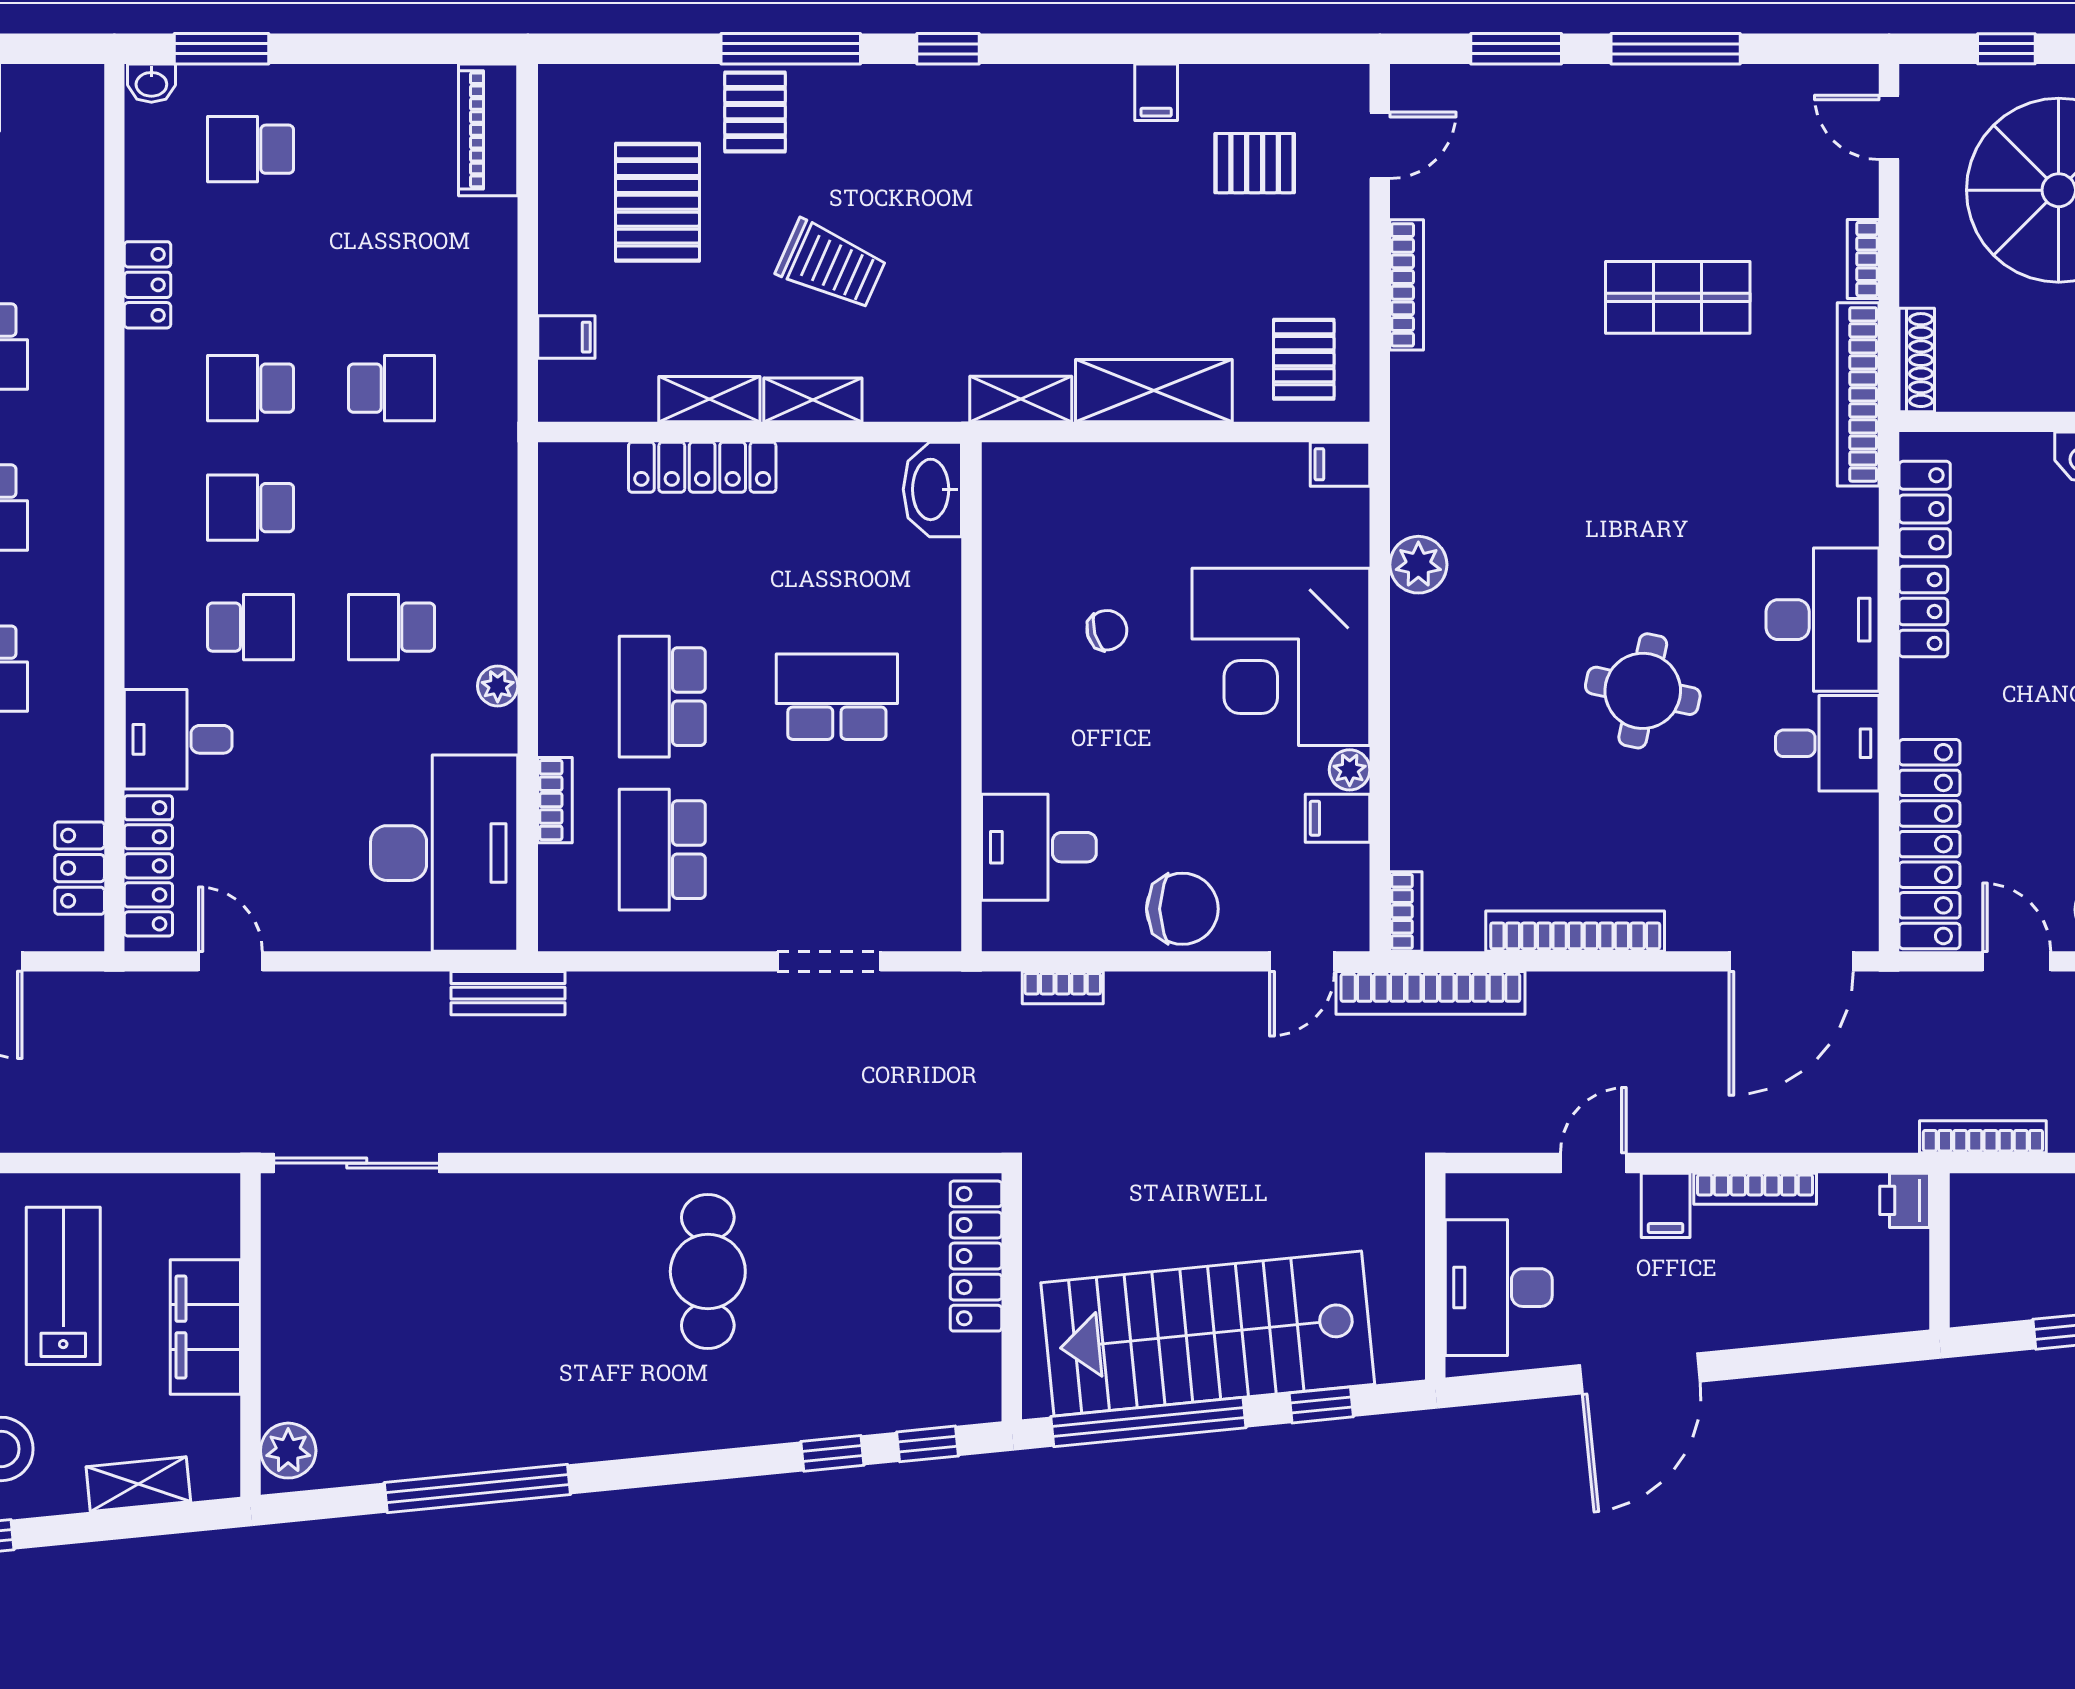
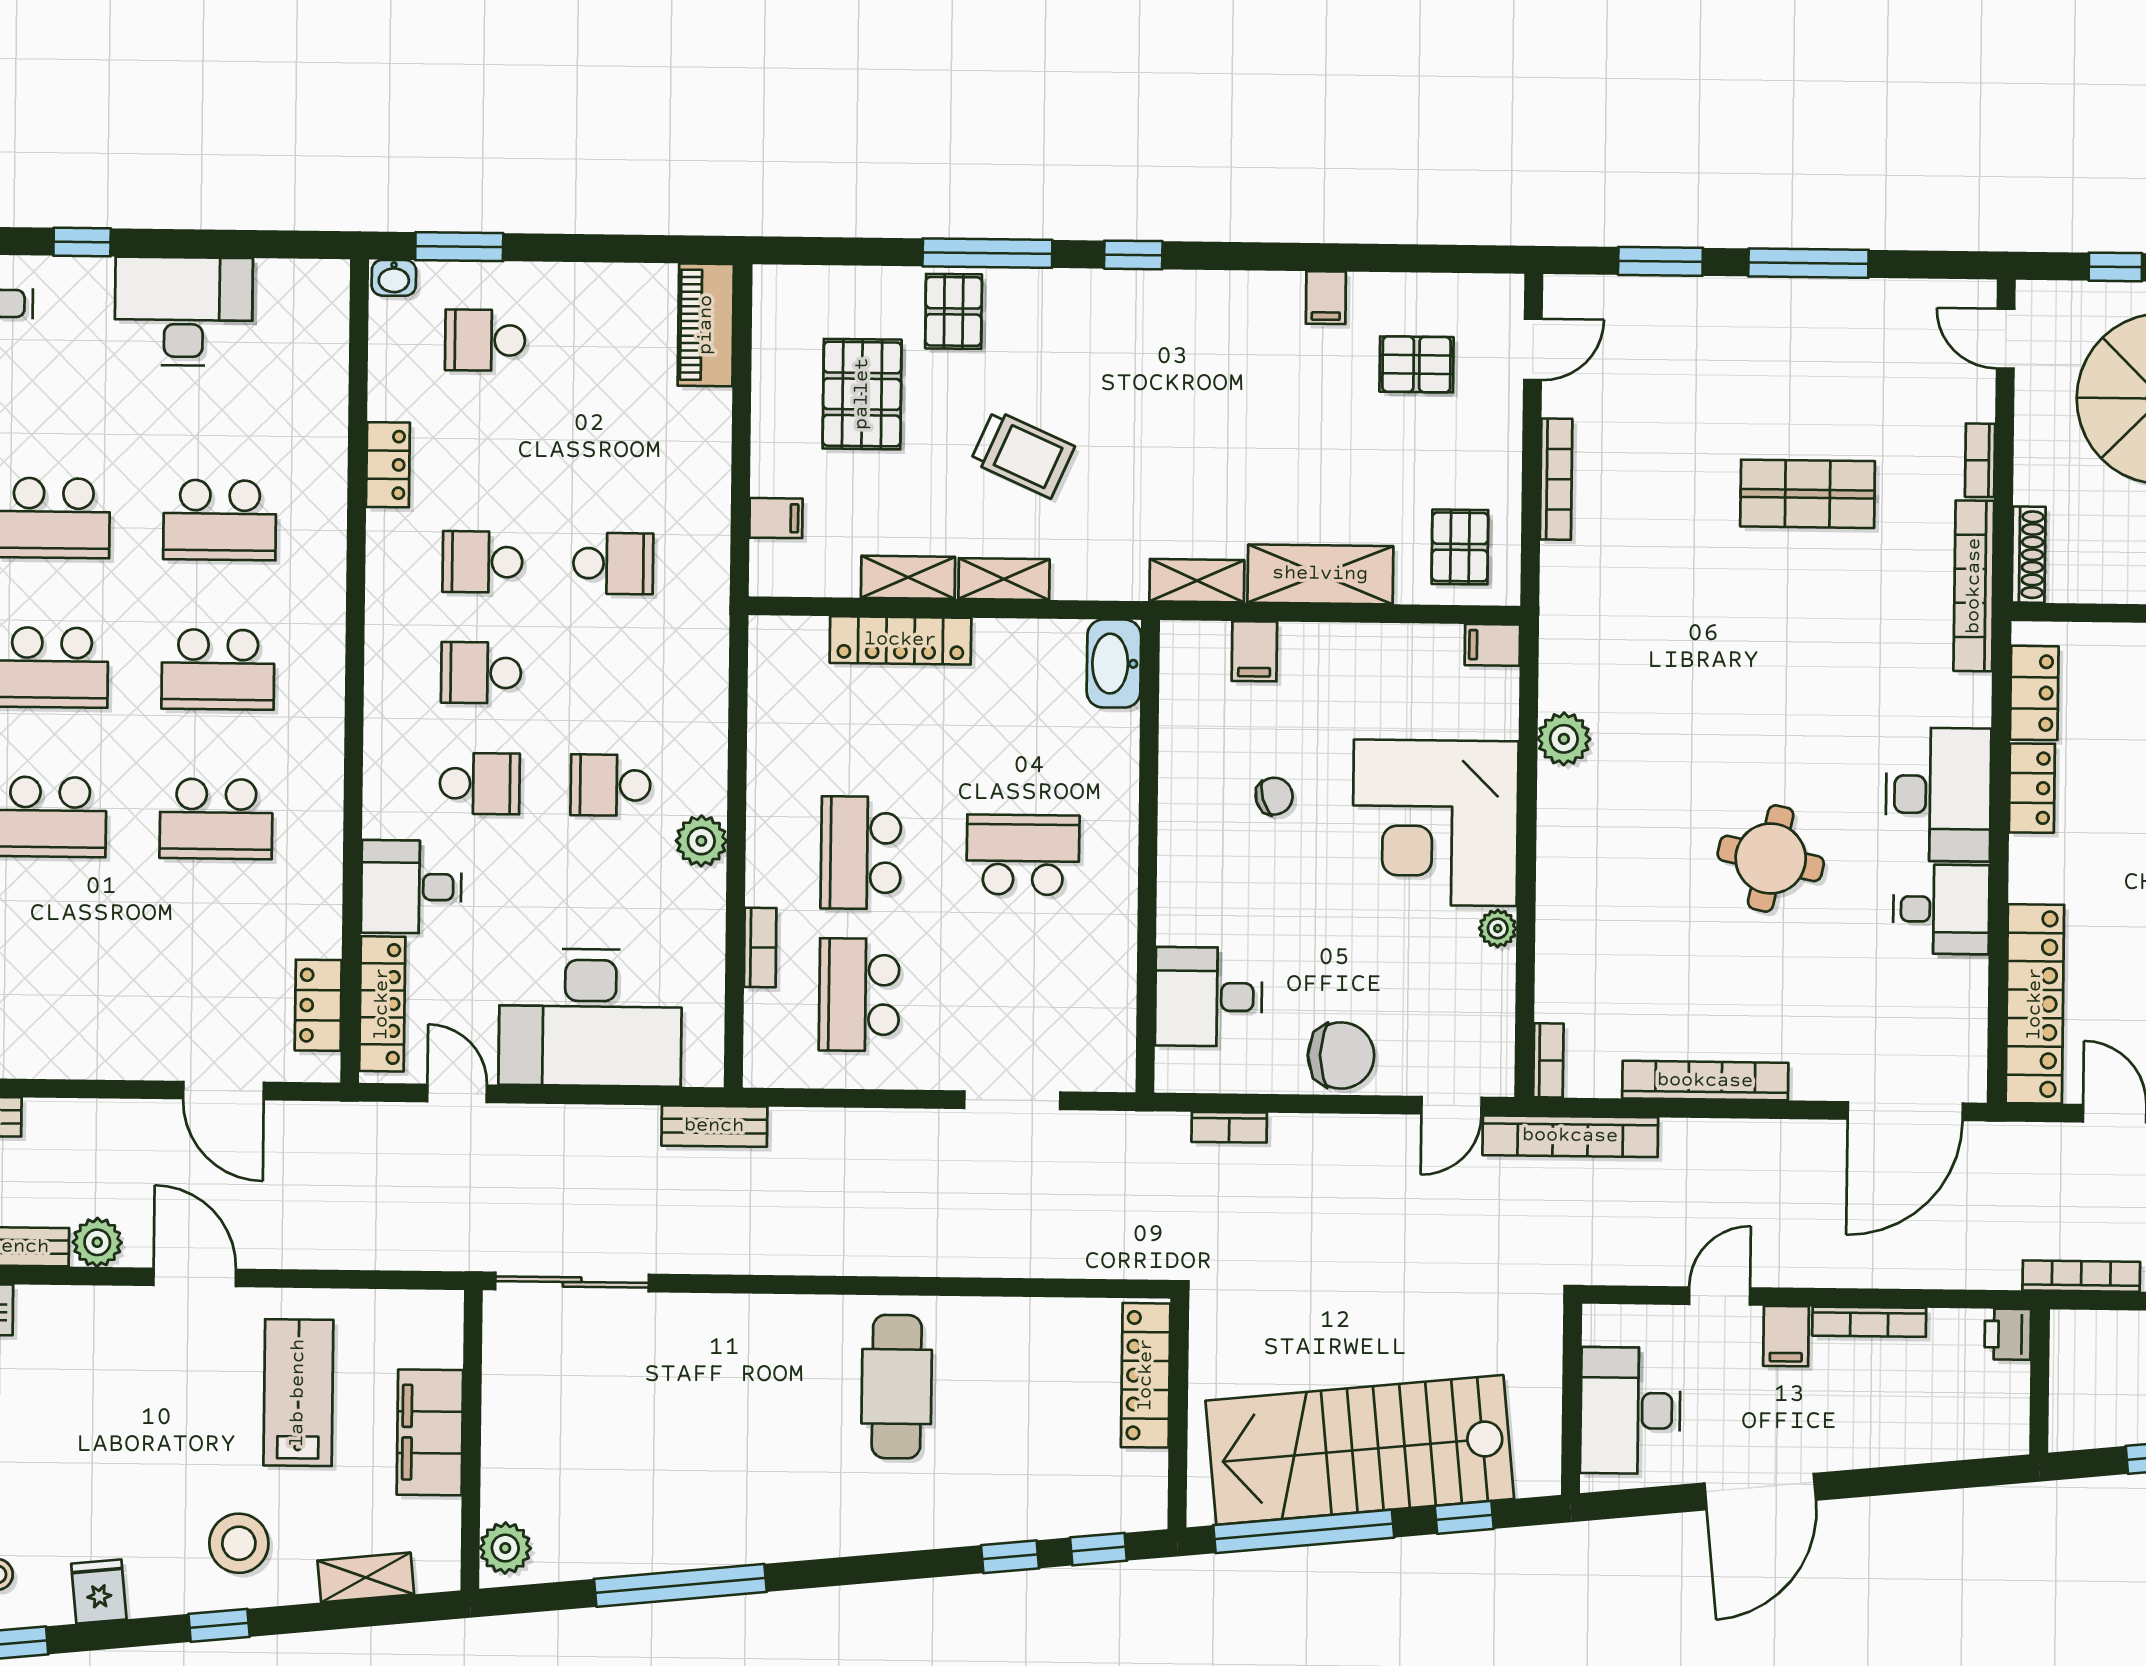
plant: (498, 686) -> (701, 841), width x1.38, depth x1.38
filing cabinet: (1337, 818) -> (1254, 651), moved, turned -90
desk: (444, 853) -> (590, 1017), moved, turned 90

